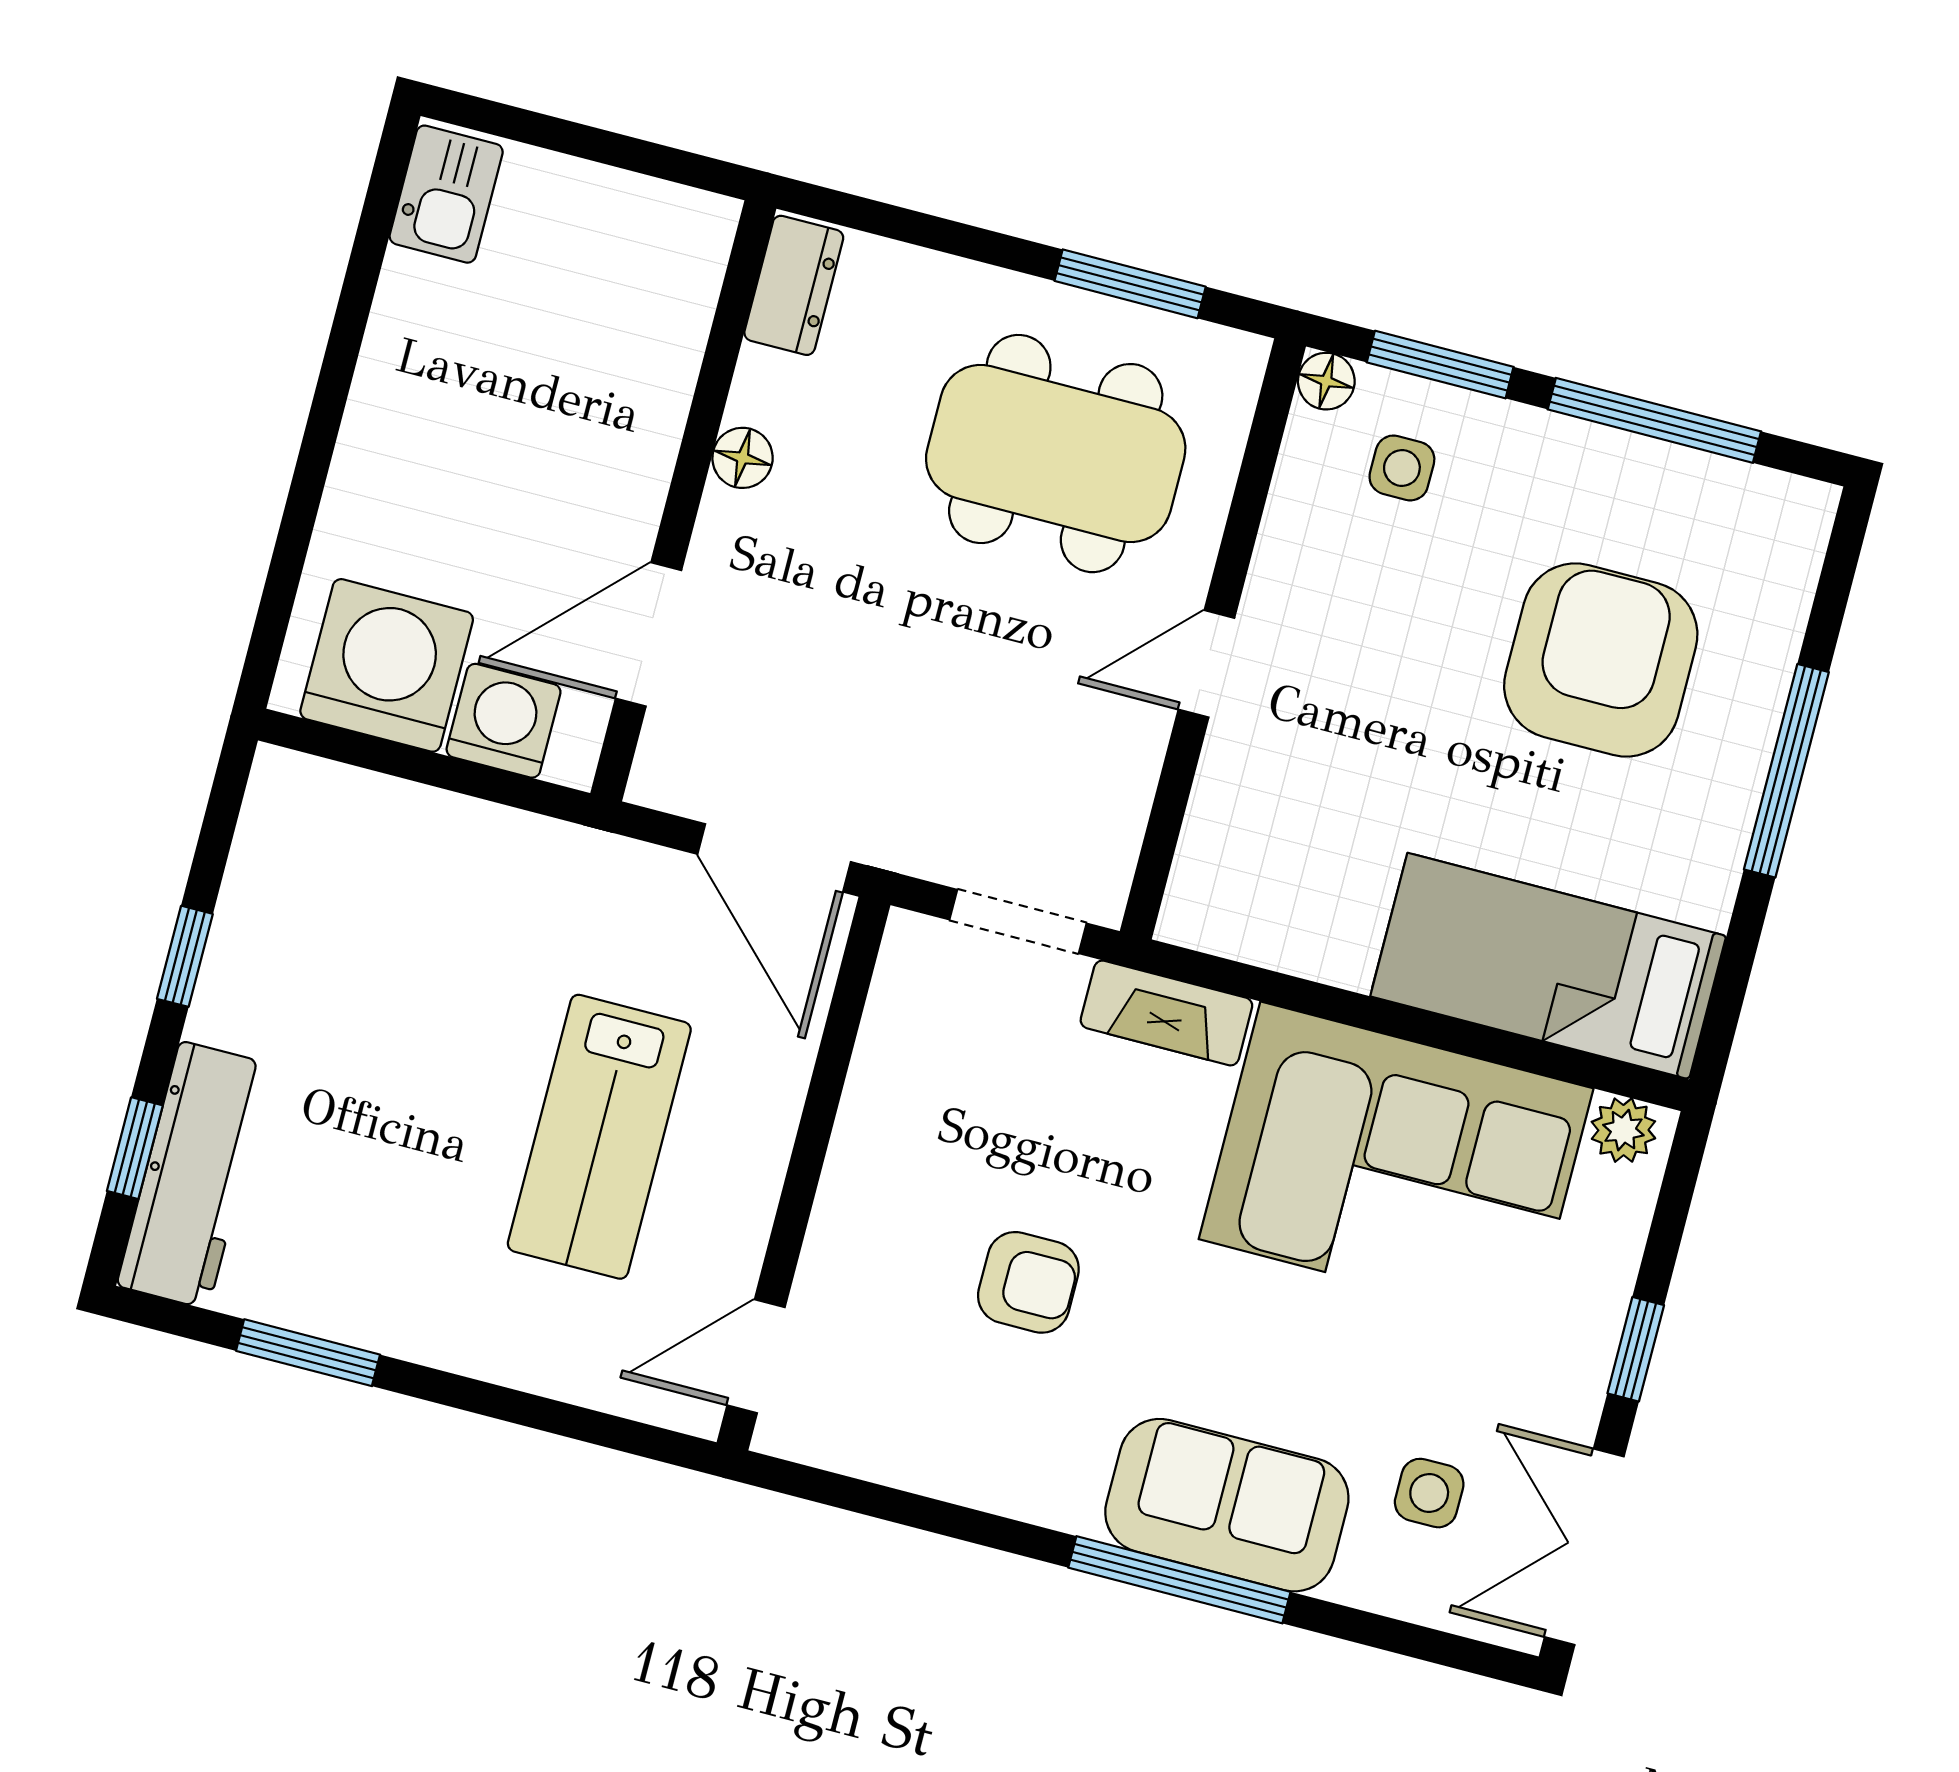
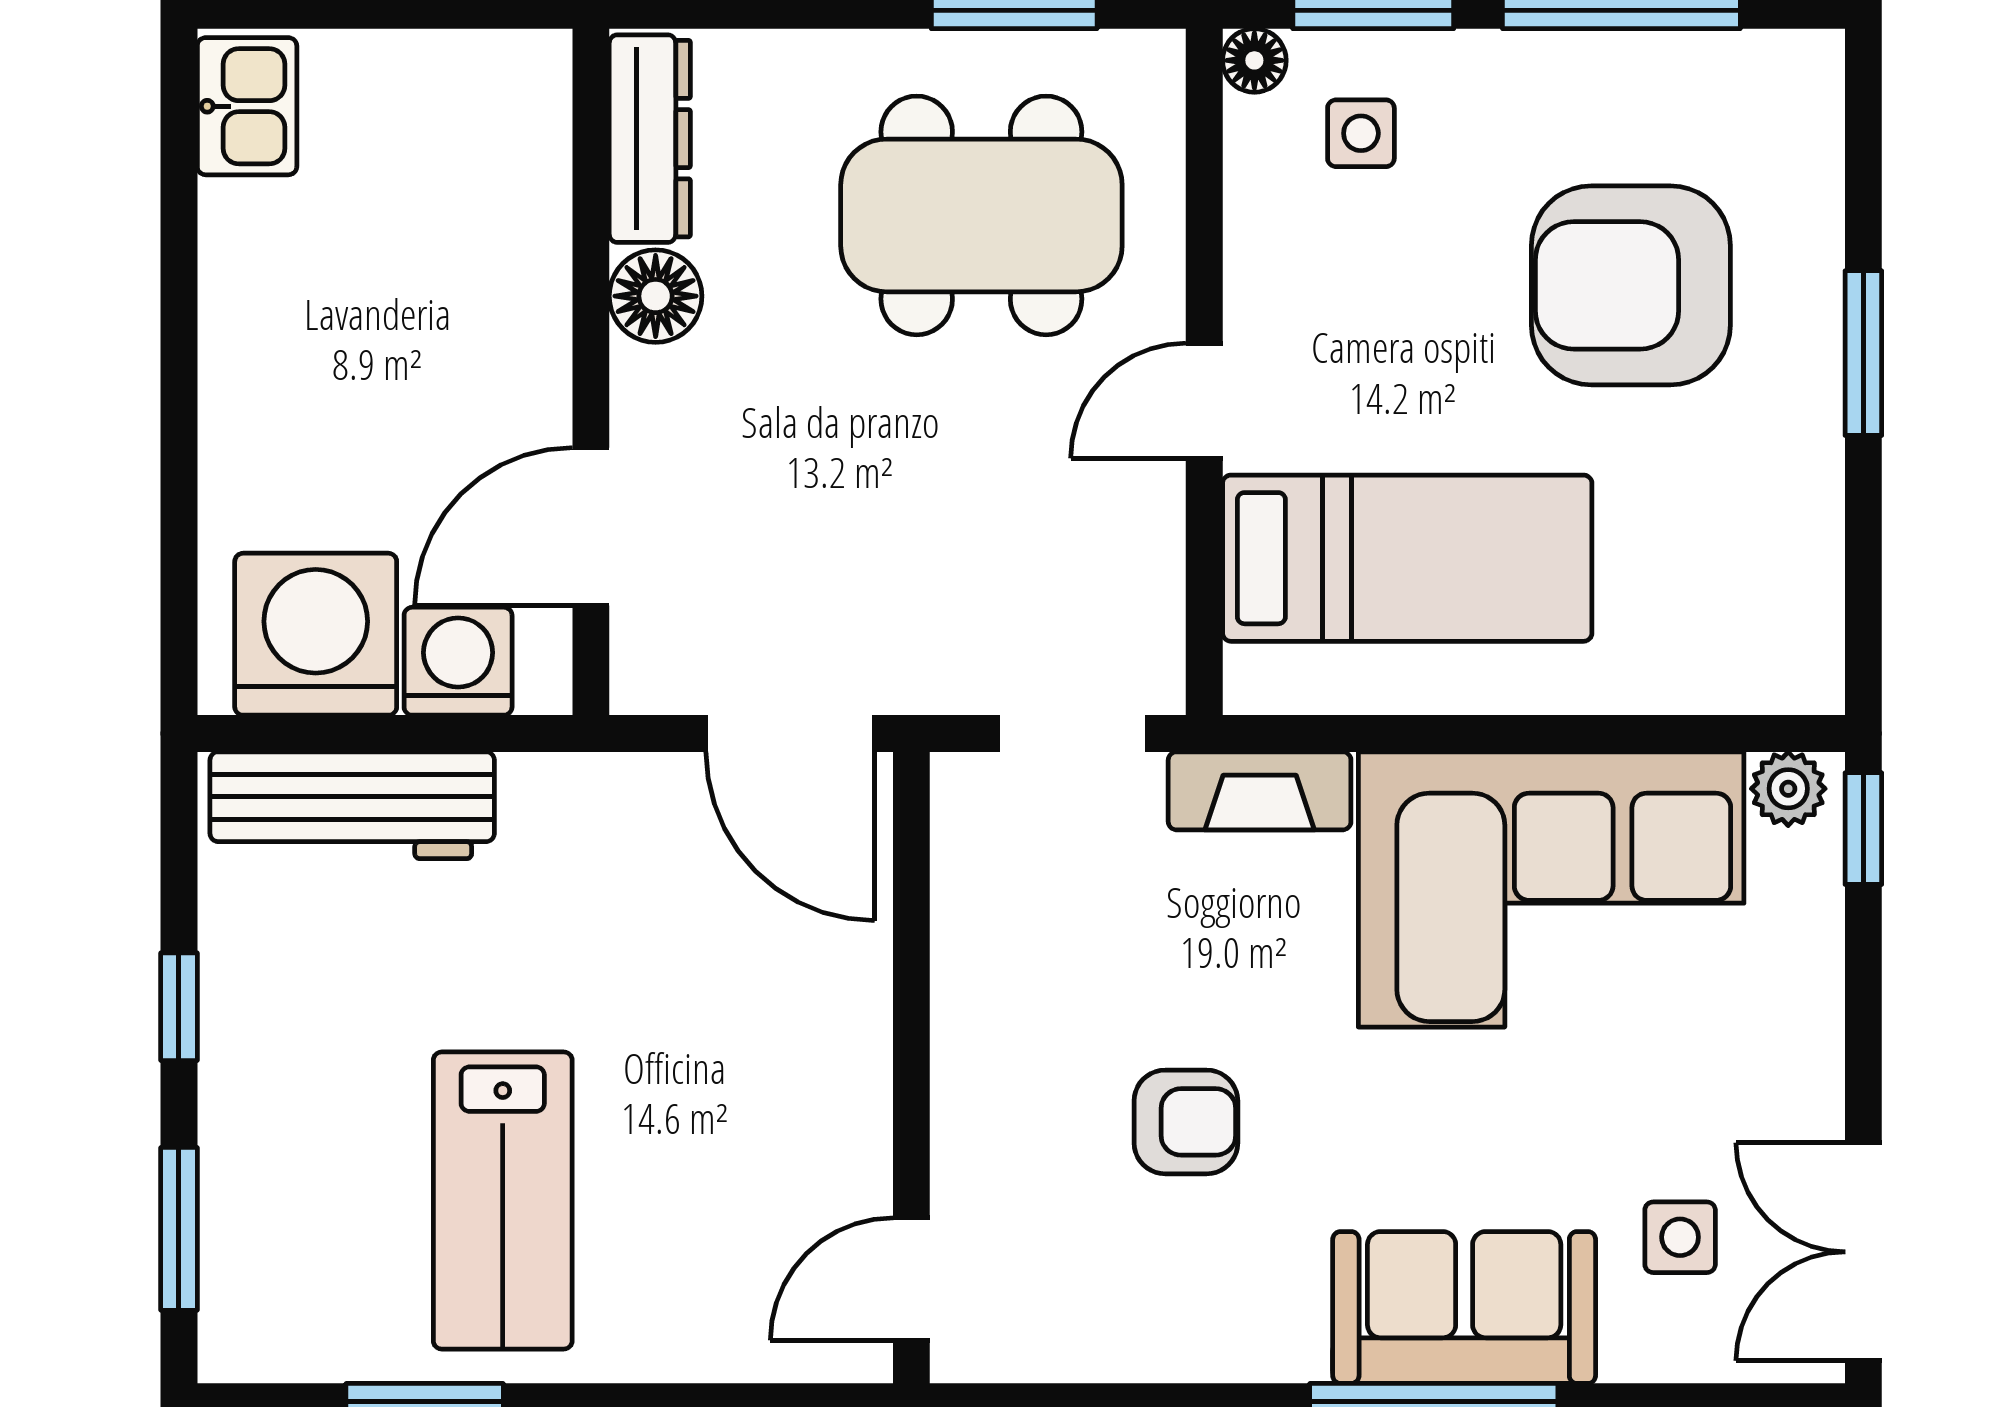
dresser: (794, 285) -> (650, 139), width x1.44
floor lamp: (743, 458) -> (656, 296), width x1.37, depth x1.37
armchair: (1601, 660) -> (1631, 285), turned -90
window: (1786, 771) -> (1863, 353), width x0.69
bed: (1548, 966) -> (1407, 558), moved, turned 180
lab bench: (599, 1137) -> (503, 1201), moved
window: (135, 1148) -> (179, 1229), width x1.50
workbench: (194, 1175) -> (352, 805), moved, turned 90
window: (1636, 1349) -> (1863, 829), moved

